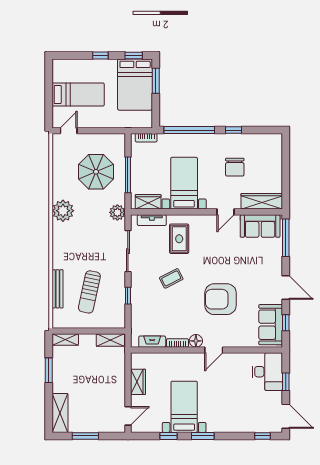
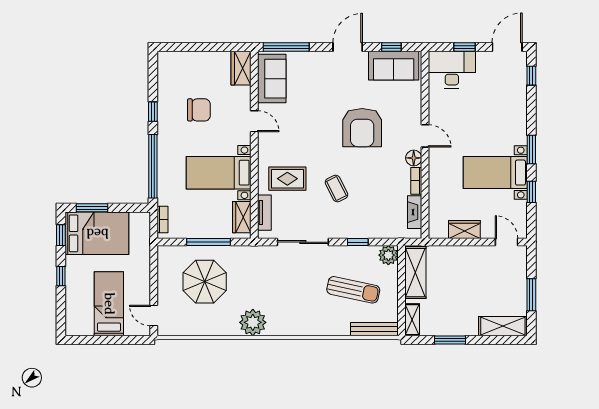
wardrobe: (262, 201) -> (241, 68), width x0.67
plant: (117, 212) -> (388, 255), moved
bench: (58, 289) -> (374, 329), moved
shelving: (110, 340) -> (415, 273), width x1.50, depth x1.33

